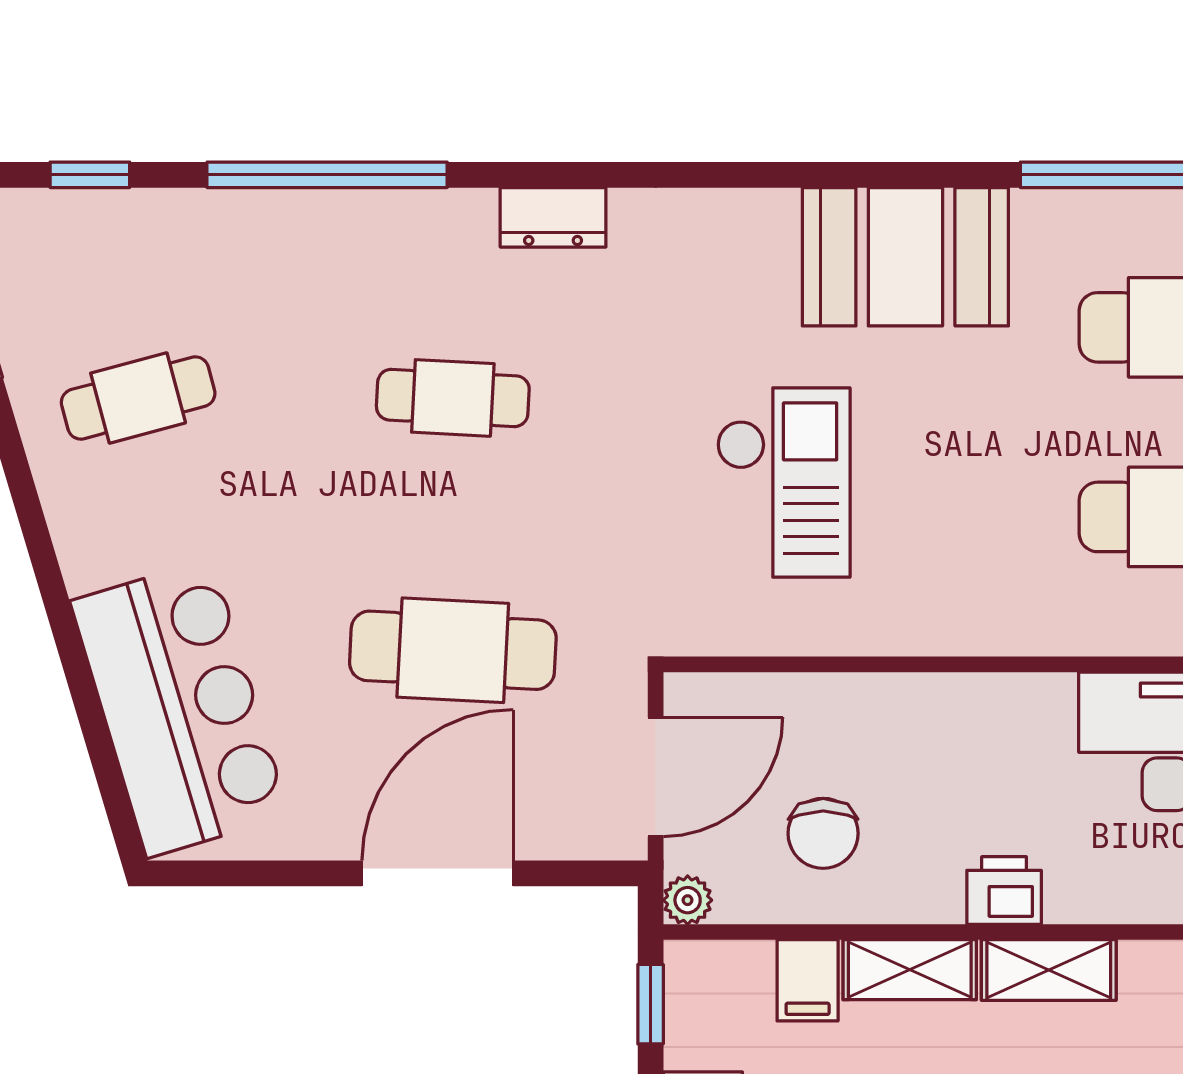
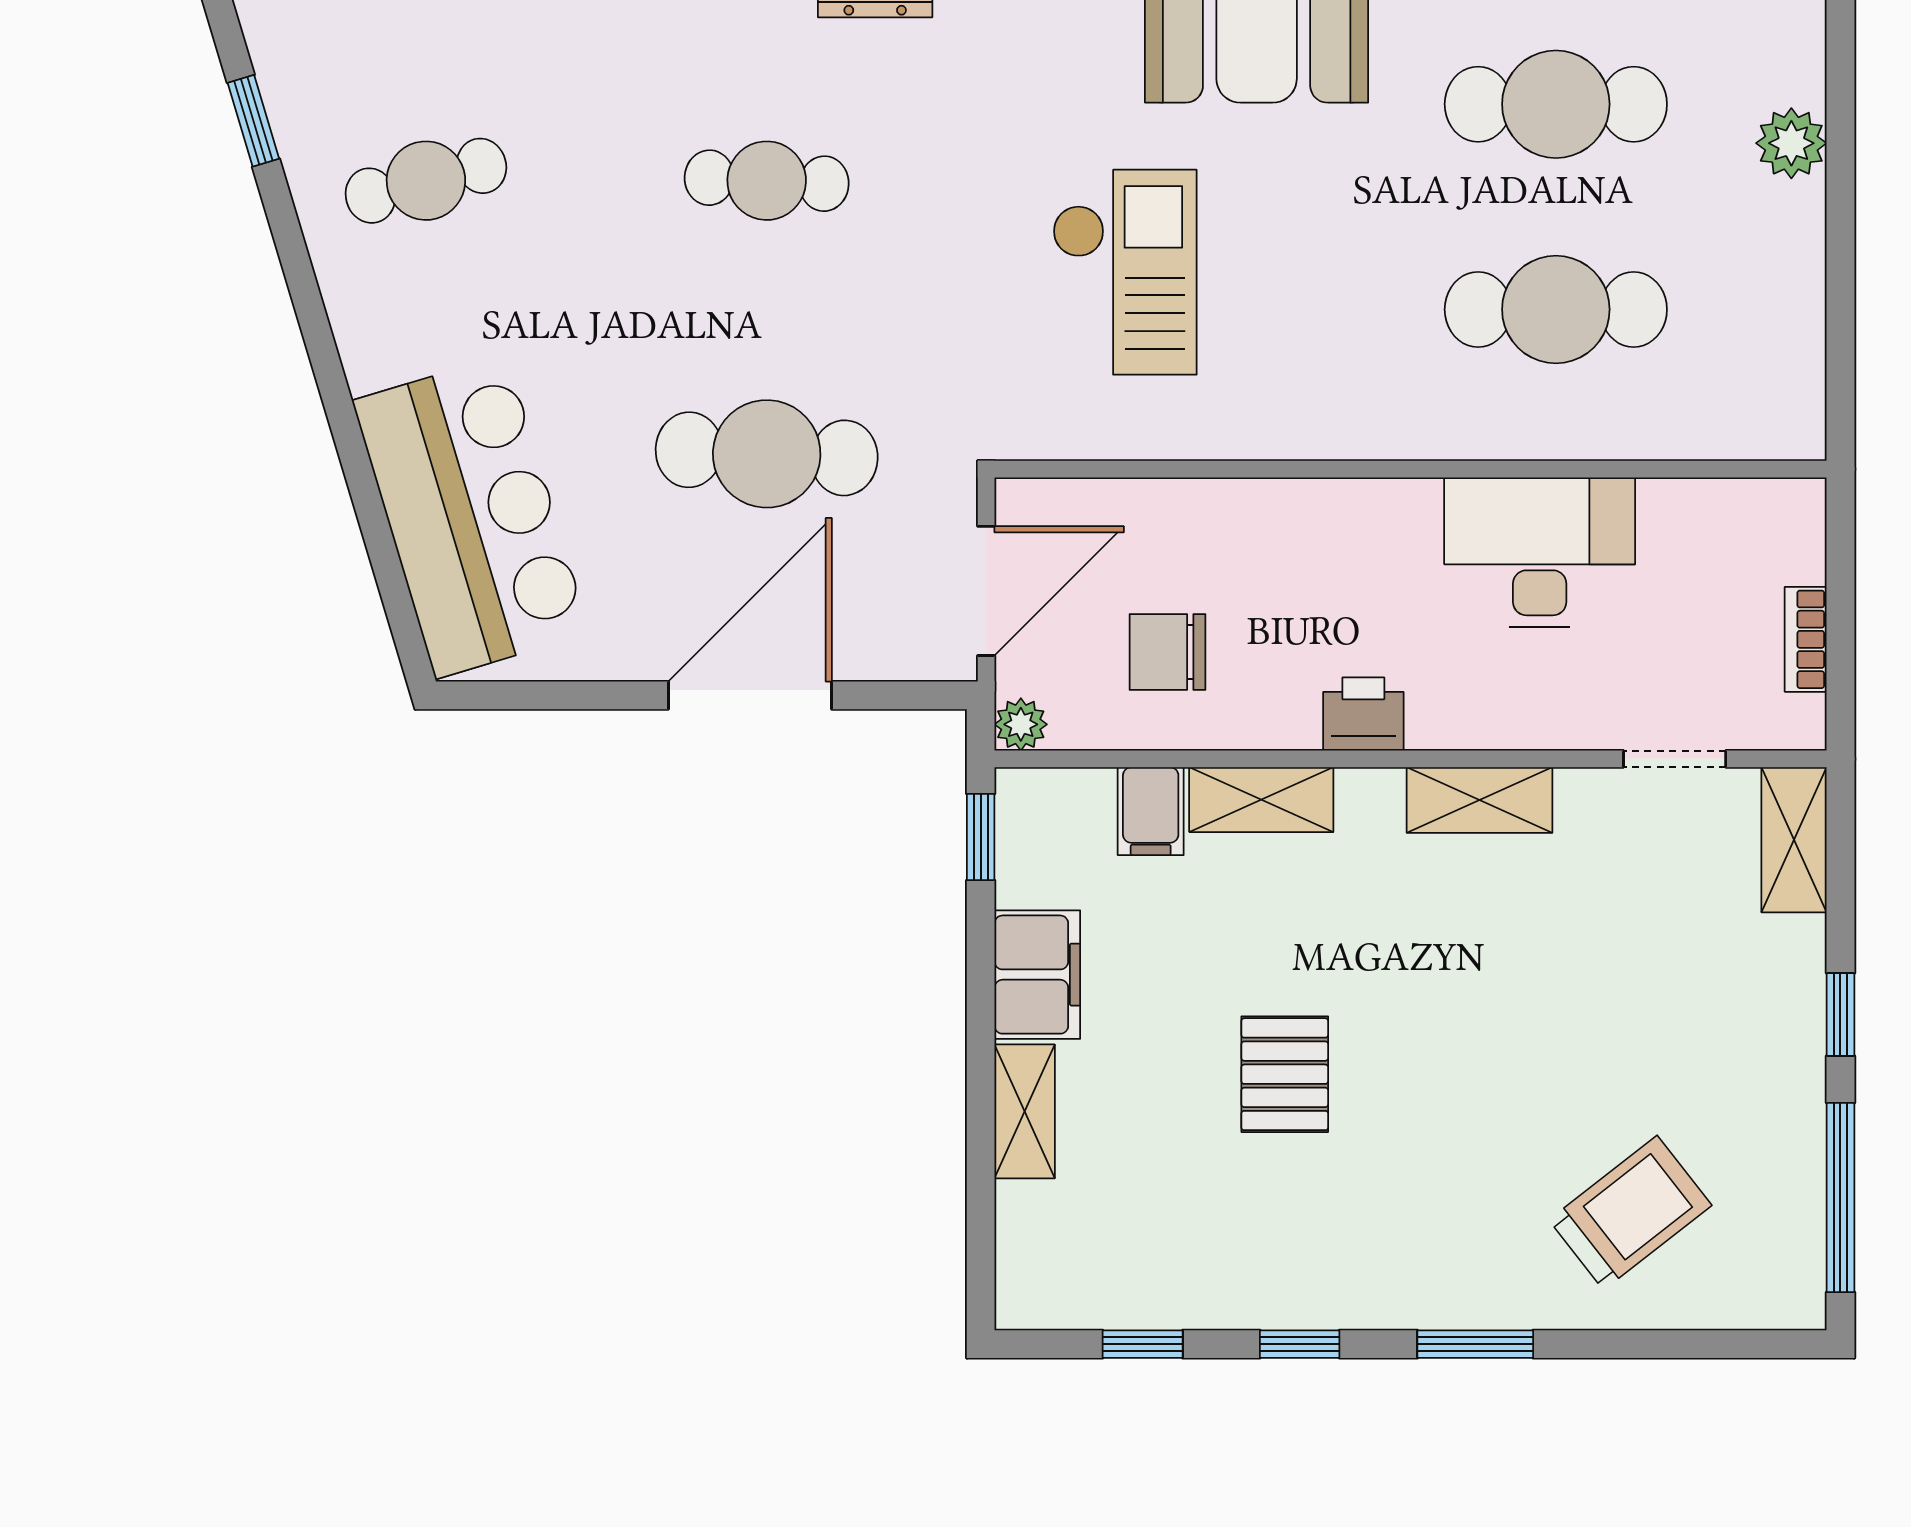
chair: (823, 833) -> (1167, 652), turned 90
shelving: (1049, 970) -> (1480, 800), moved

